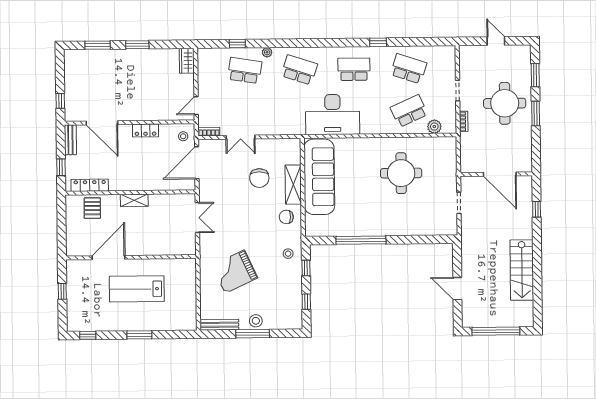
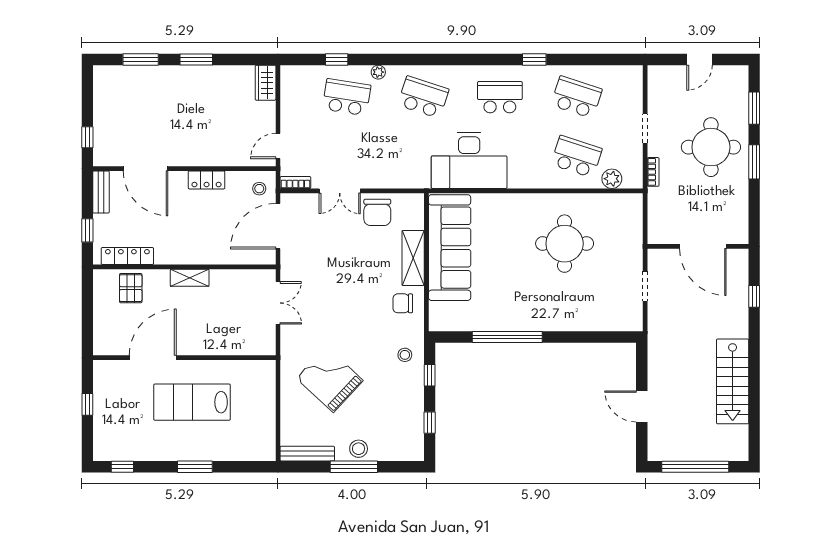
door: (496, 41) -> (699, 60), swing flipped
school desk: (409, 111) -> (577, 157), turned 42
chair: (259, 178) -> (377, 212), moved
grand piano: (235, 272) -> (330, 379), turned 68

